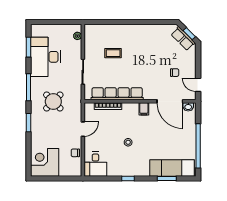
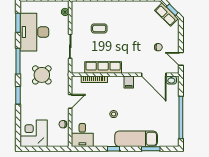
row of seats: (117, 94) -> (103, 68), width x0.73
exam couch: (172, 168) -> (136, 139), moved

